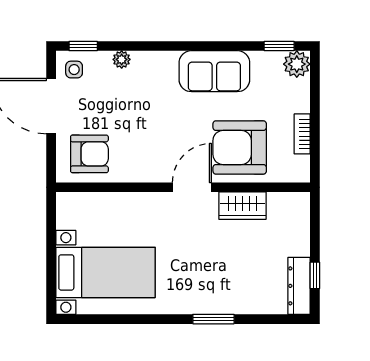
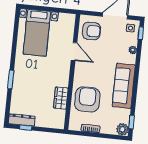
sofa: (214, 71) -> (124, 86), width x1.36
armchair: (89, 154) -> (91, 31), turned -90
door: (192, 187) -> (74, 51), moved

